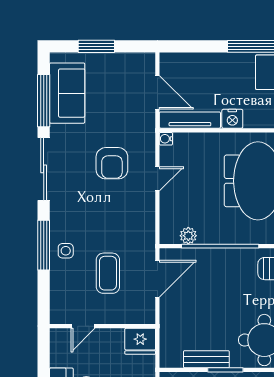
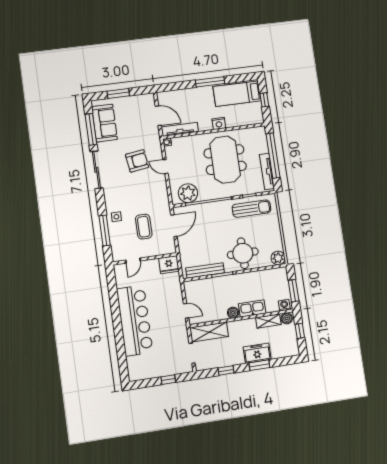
nightstand: (232, 119) -> (219, 124), moved
armchair: (112, 163) -> (137, 161), turned -98
door: (157, 179) -> (165, 167), swing flipped
plant: (188, 236) -> (188, 193), width x1.87, depth x1.87
window: (44, 245) -> (105, 231), moved
bench: (206, 359) -> (205, 270), width x1.36

